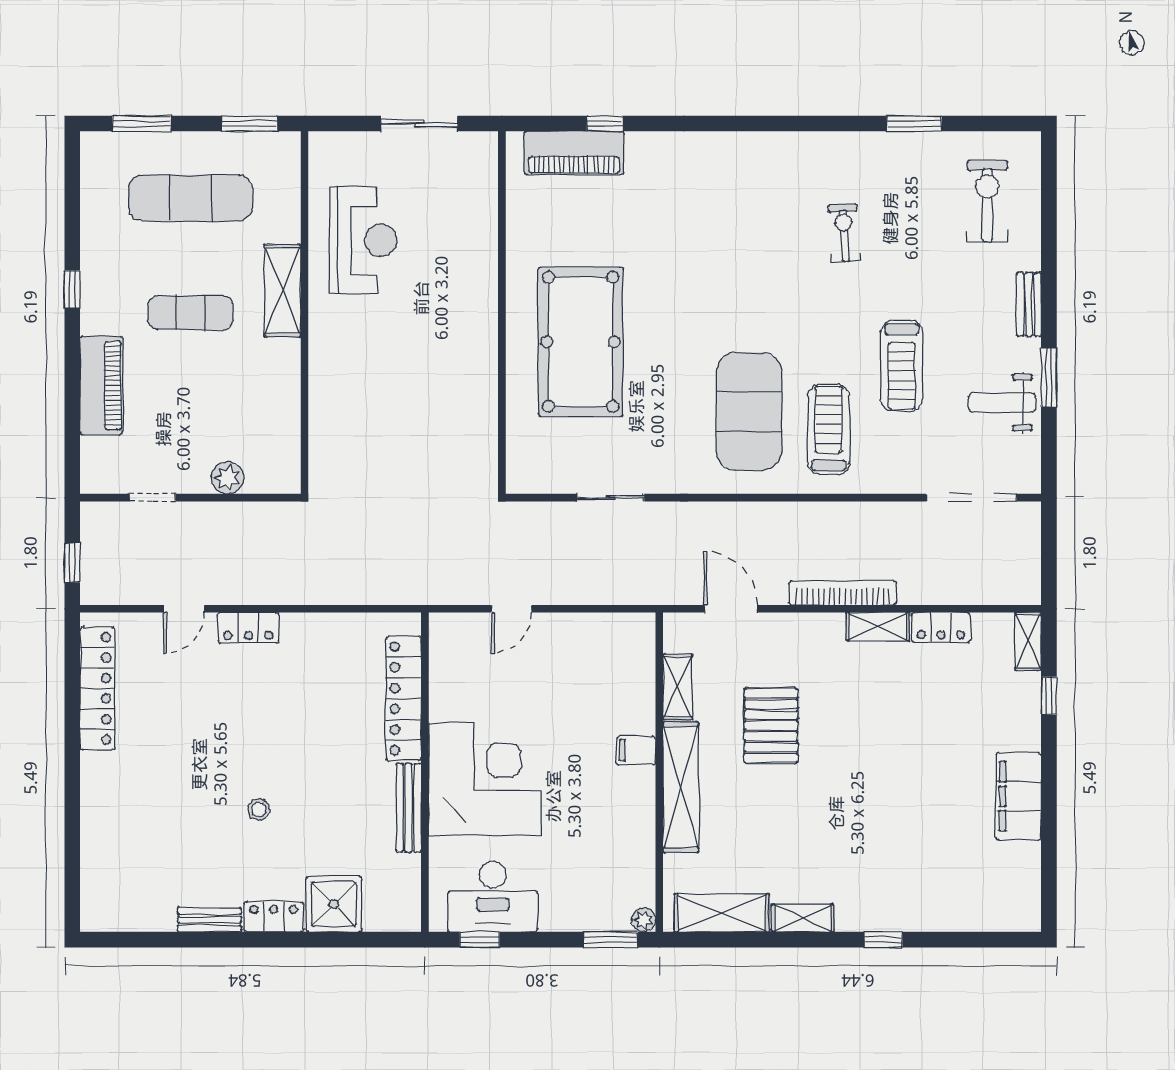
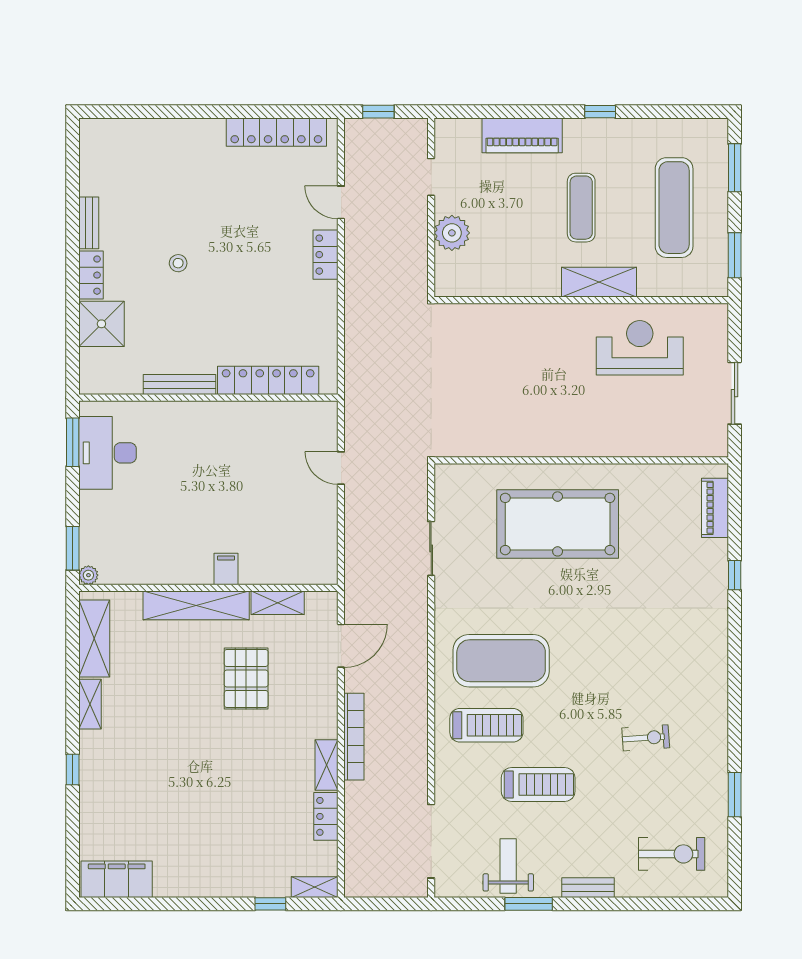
window: (605, 124) -> (735, 575), moved
piano: (574, 153) -> (715, 508), width x0.73, depth x0.75
reception desk: (363, 240) -> (640, 348), turned 180
treadmill: (902, 366) -> (538, 785), turned 180
plant: (228, 478) -> (452, 233), width x1.36, depth x1.36
pallet: (771, 726) -> (246, 678), turned 90
corner desk: (485, 779) -> (203, 446), removed
filing cabinet: (1018, 796) -> (117, 879), moved
window: (480, 940) -> (73, 442), width x1.50

